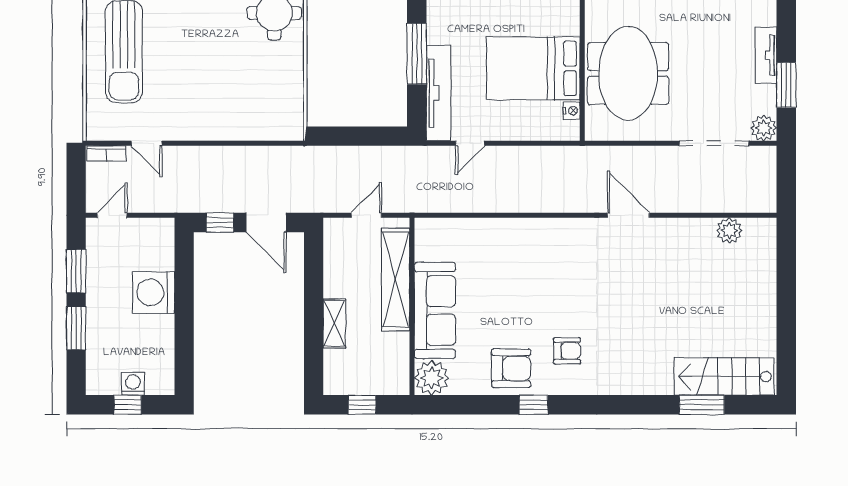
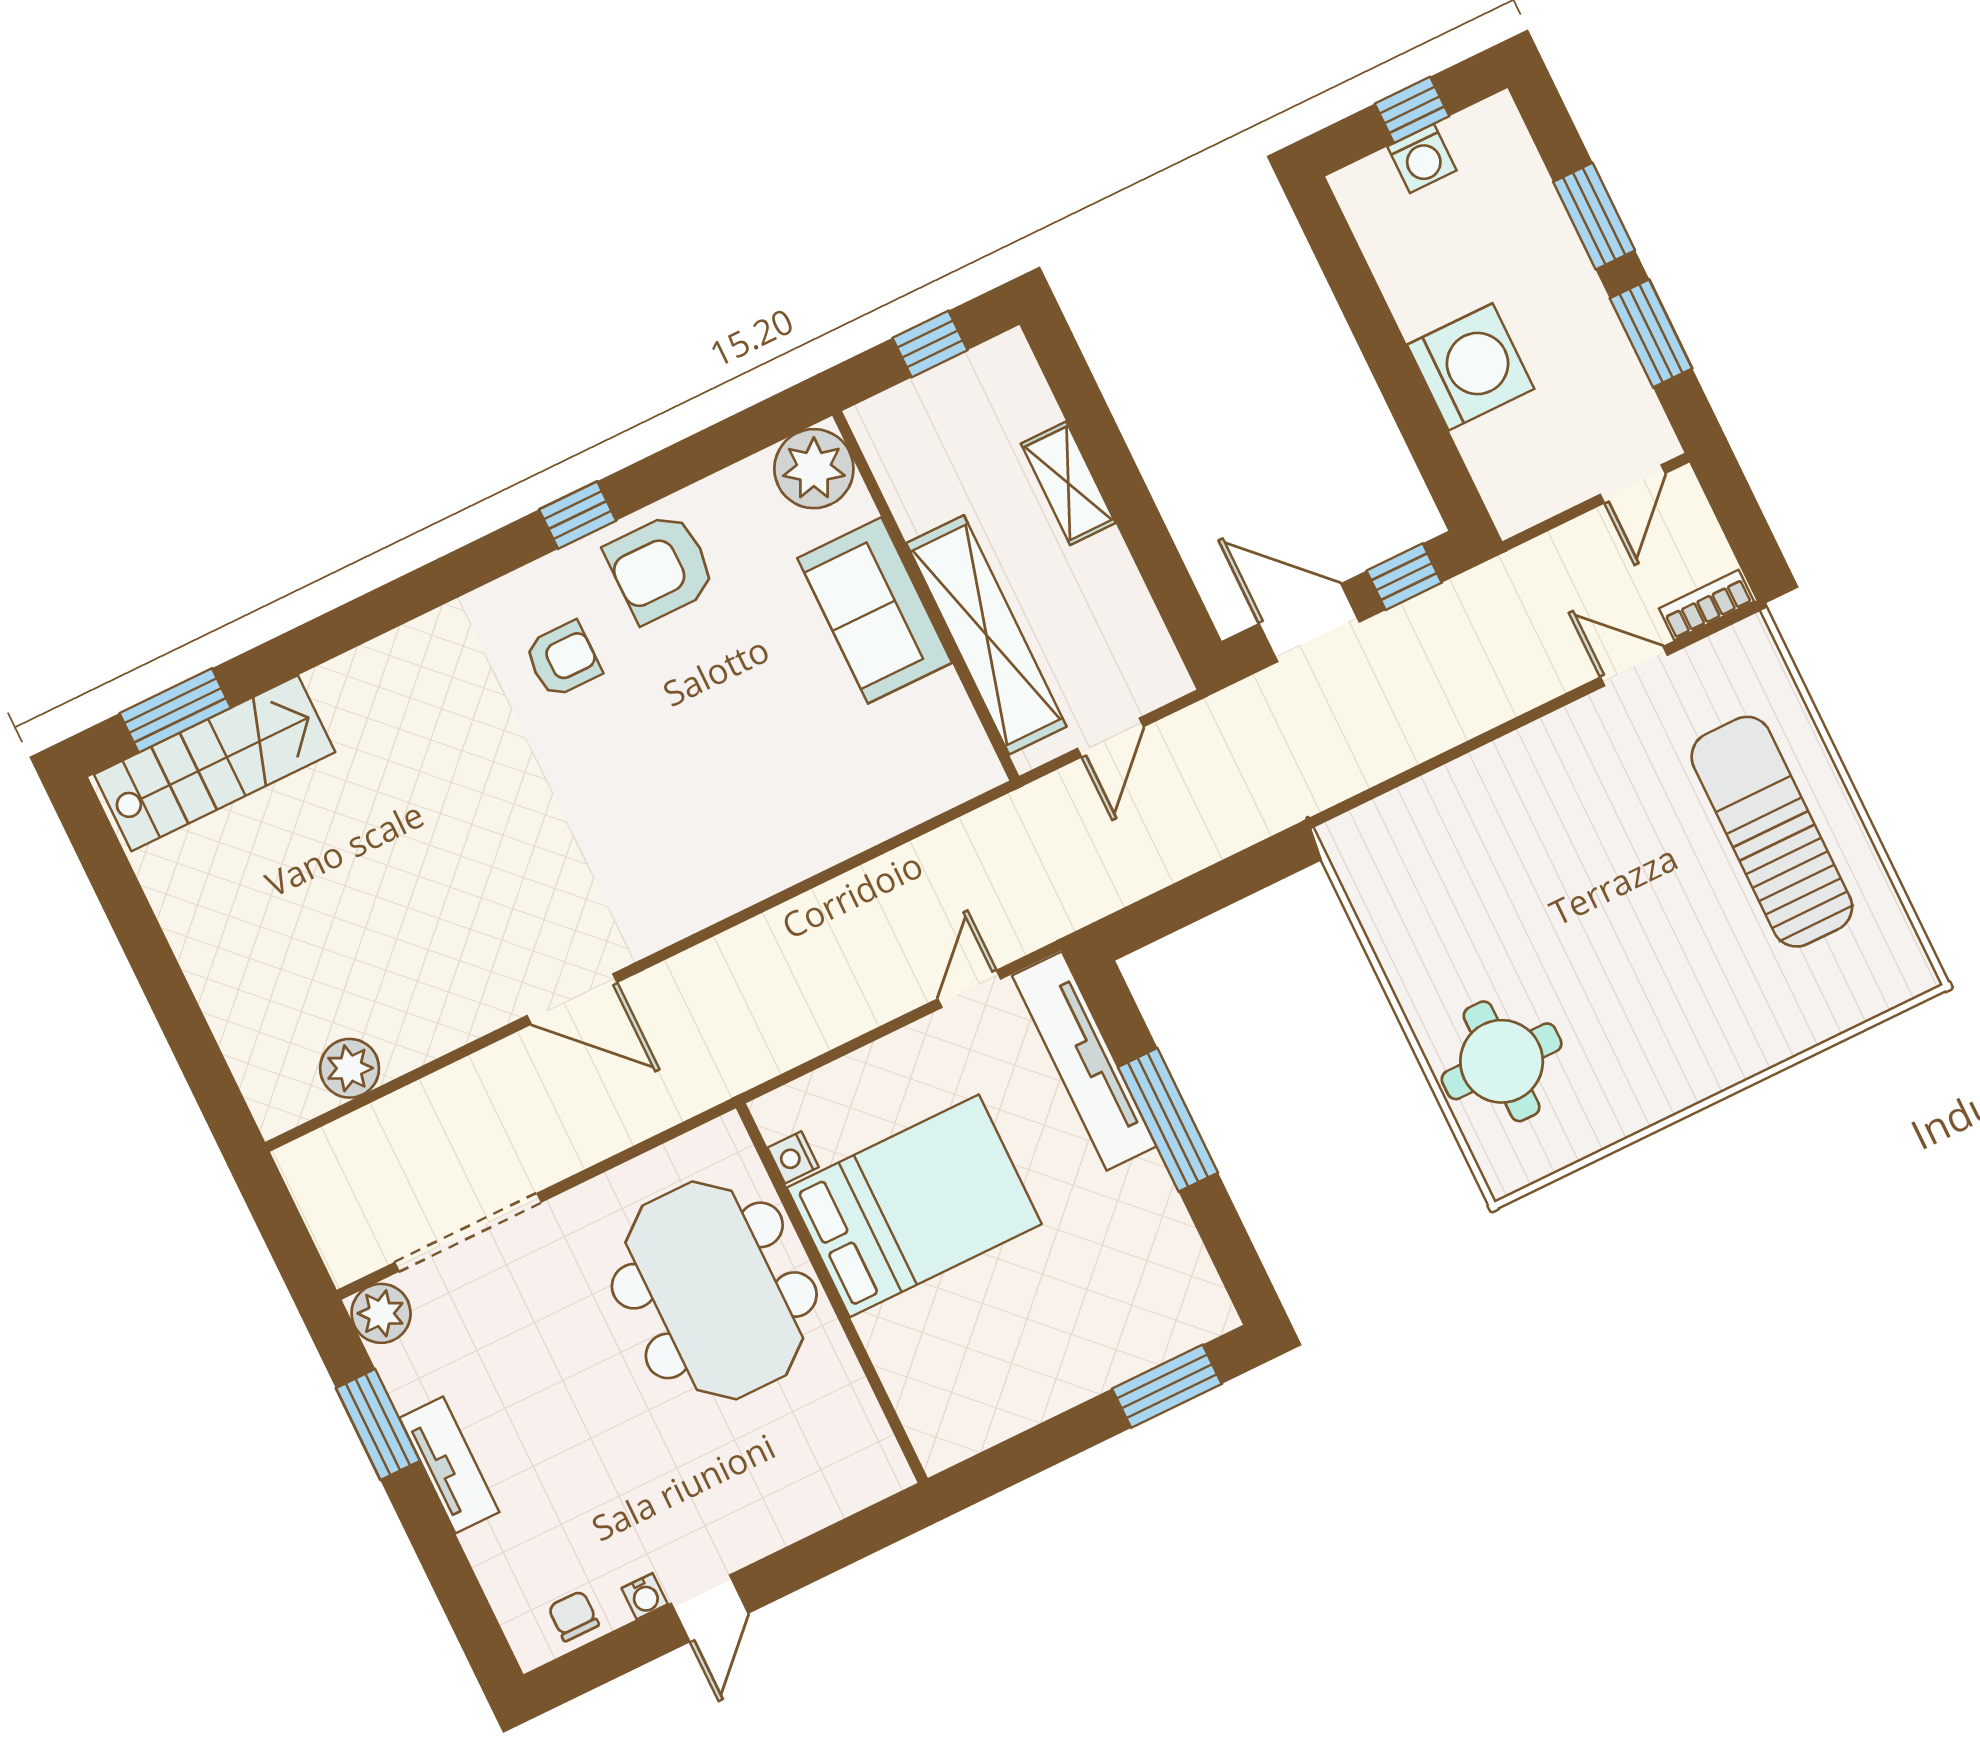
sofa: (435, 310) -> (875, 610), width x0.73
armchair: (567, 351) -> (563, 659), turned 180
window: (702, 405) -> (175, 710), moved

